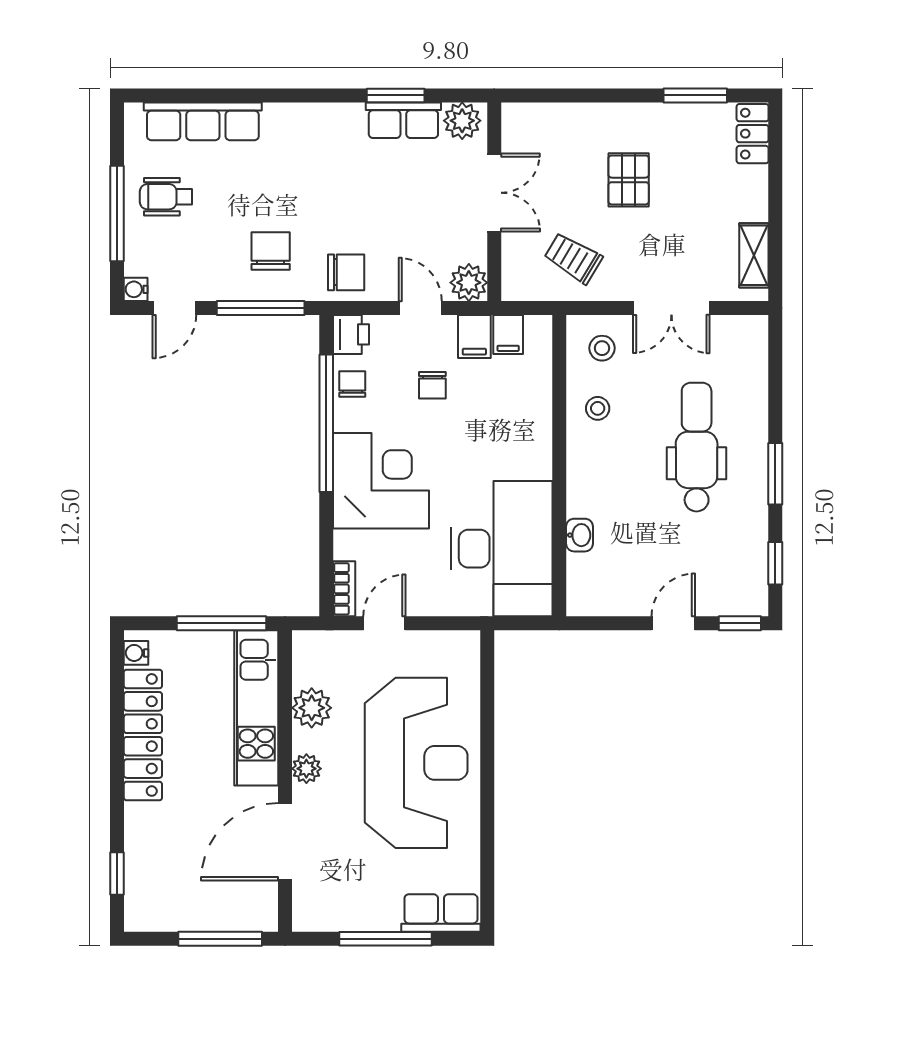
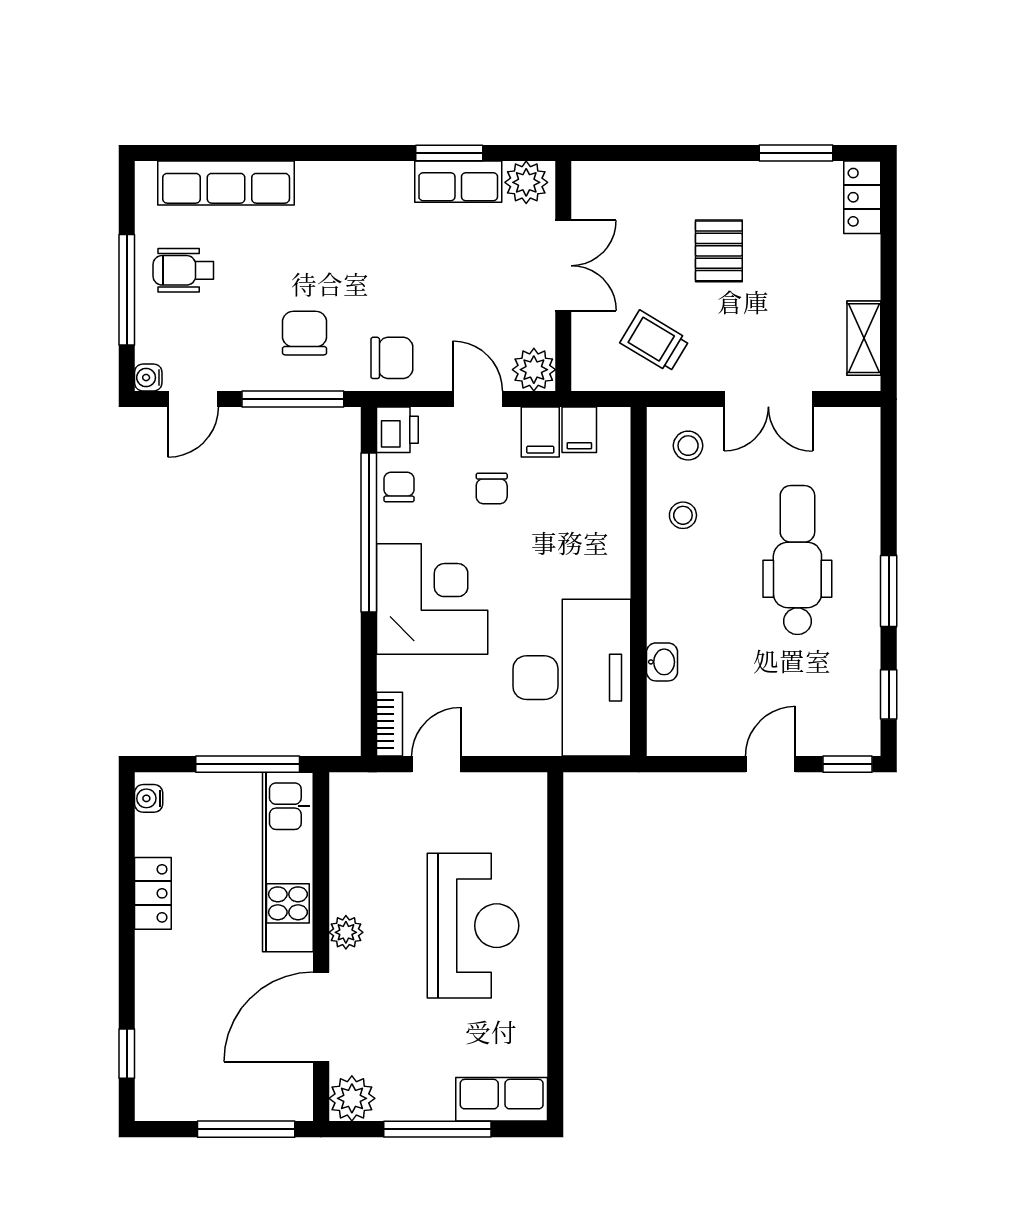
plant: (312, 708) -> (352, 1098), moved
locker: (143, 735) -> (153, 893), width x0.46, depth x0.83
reception desk: (416, 763) -> (473, 926), width x0.74, depth x0.77

